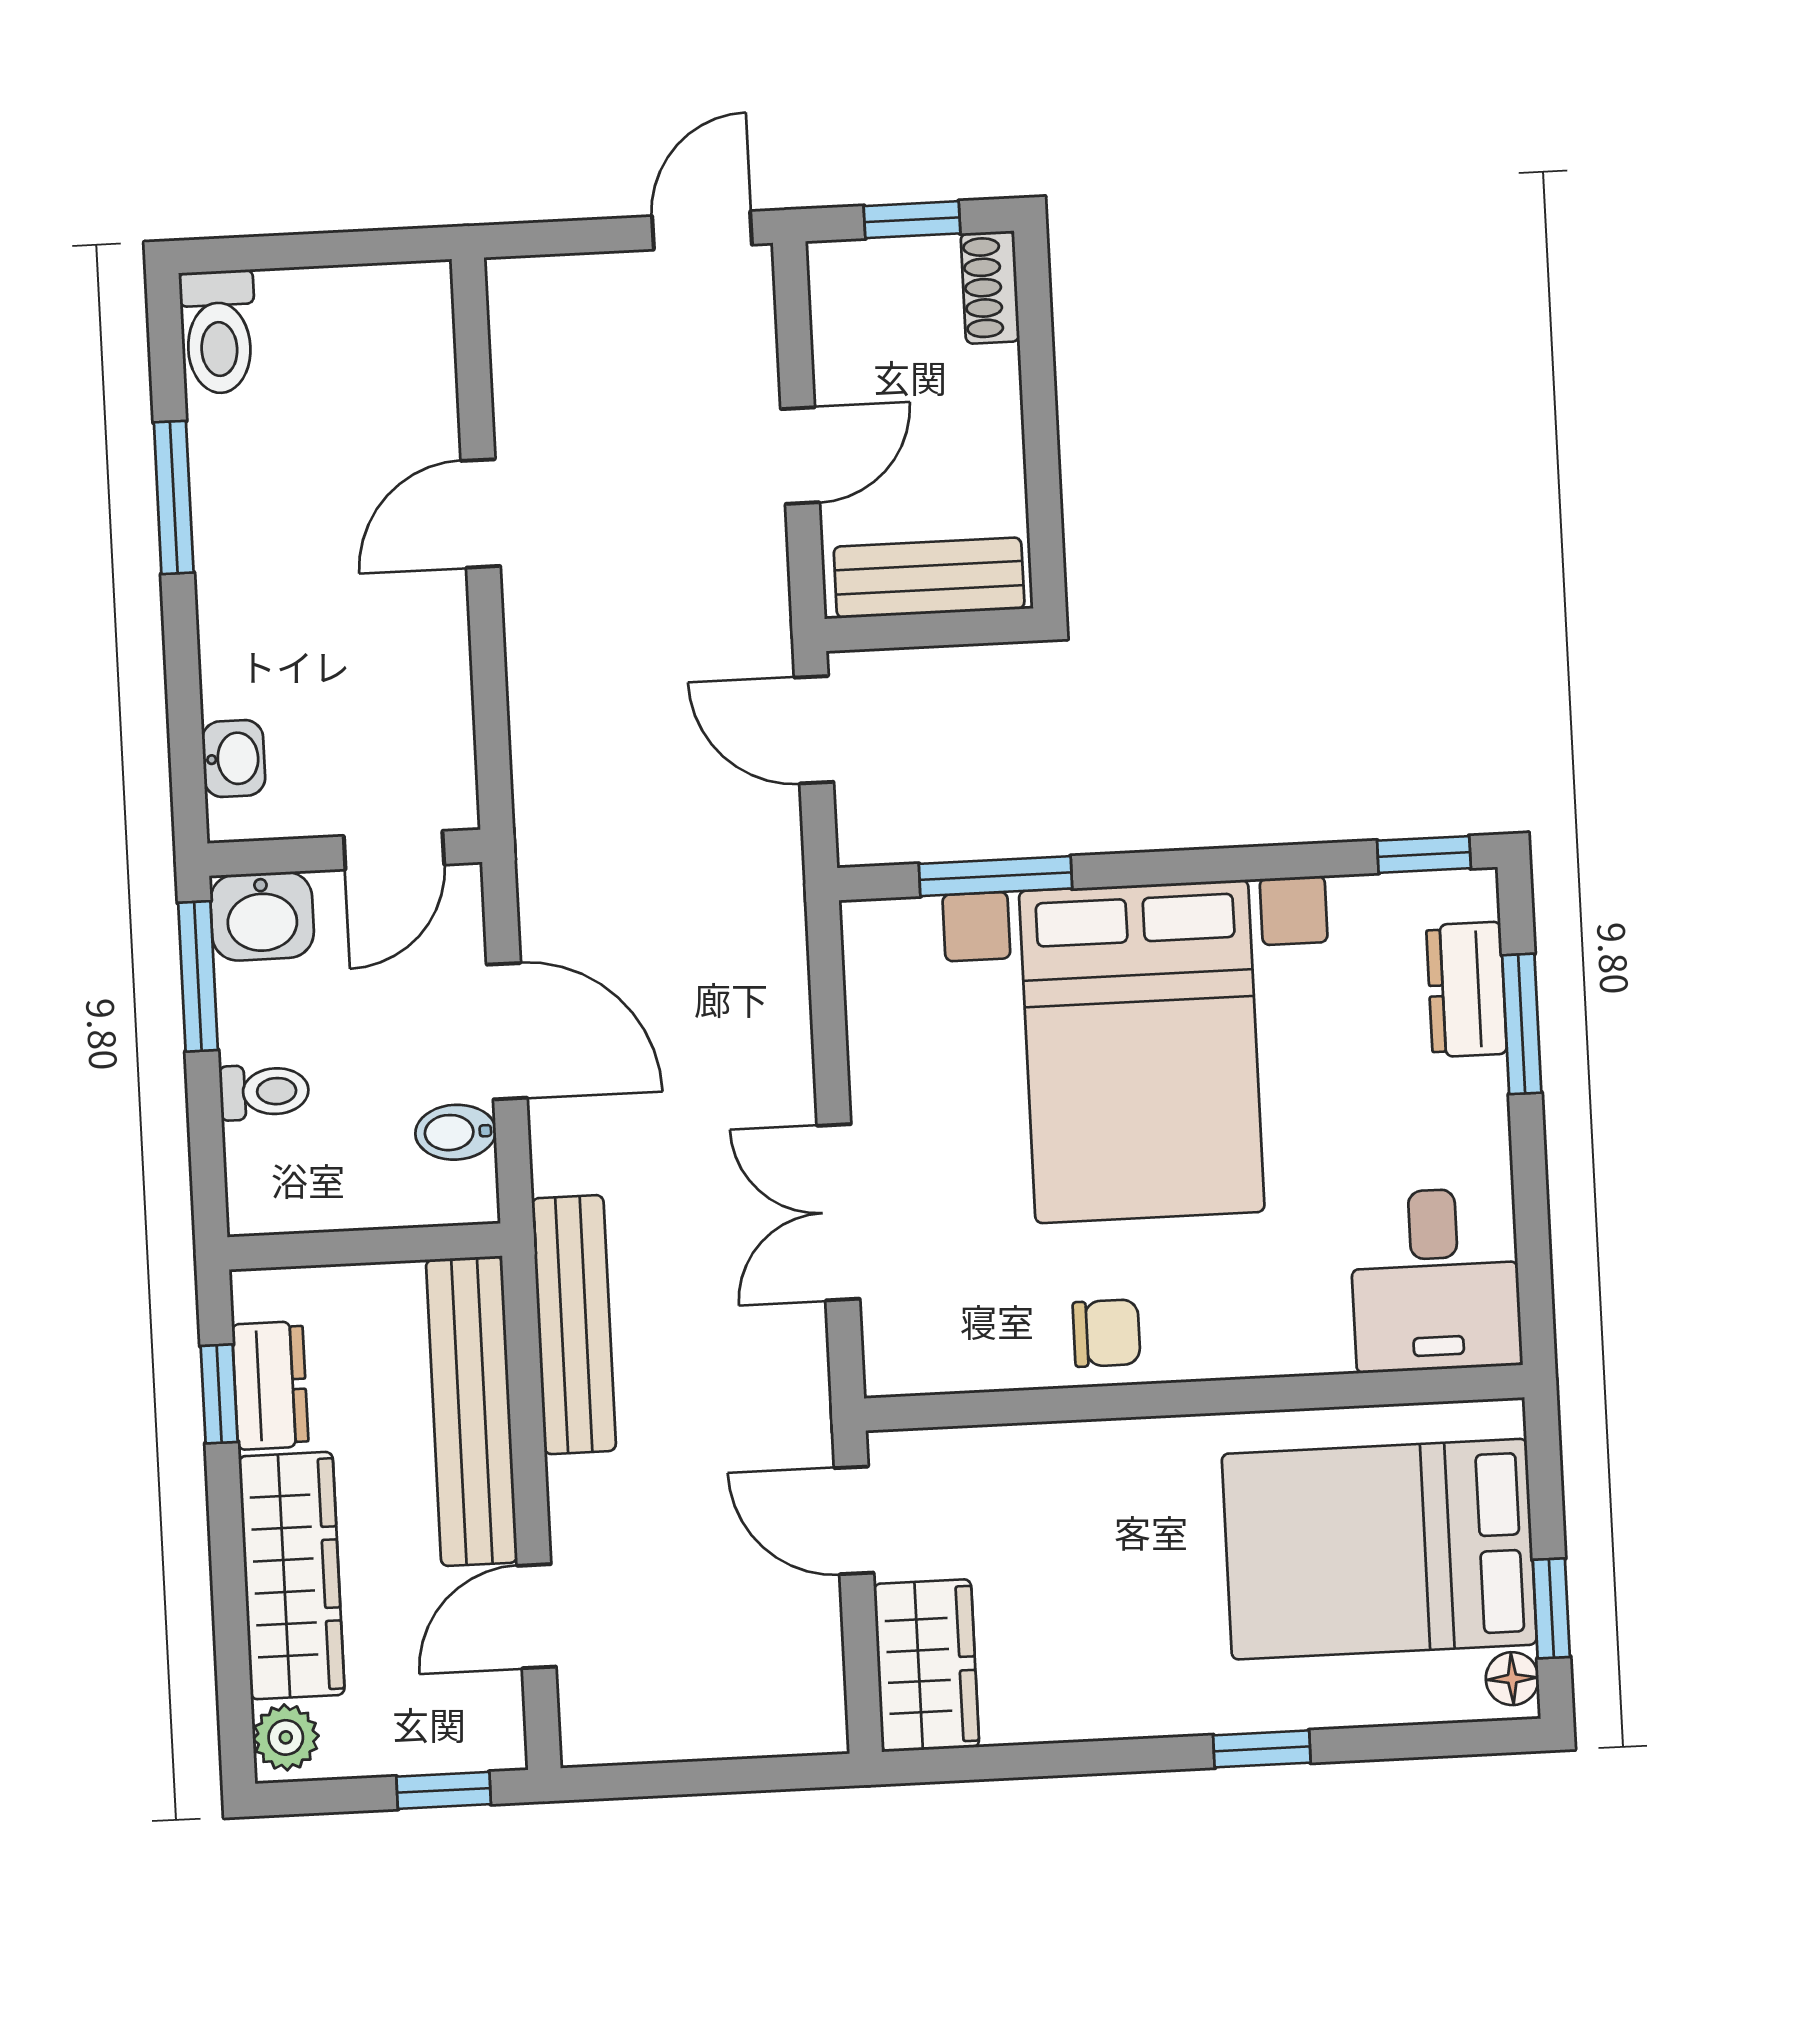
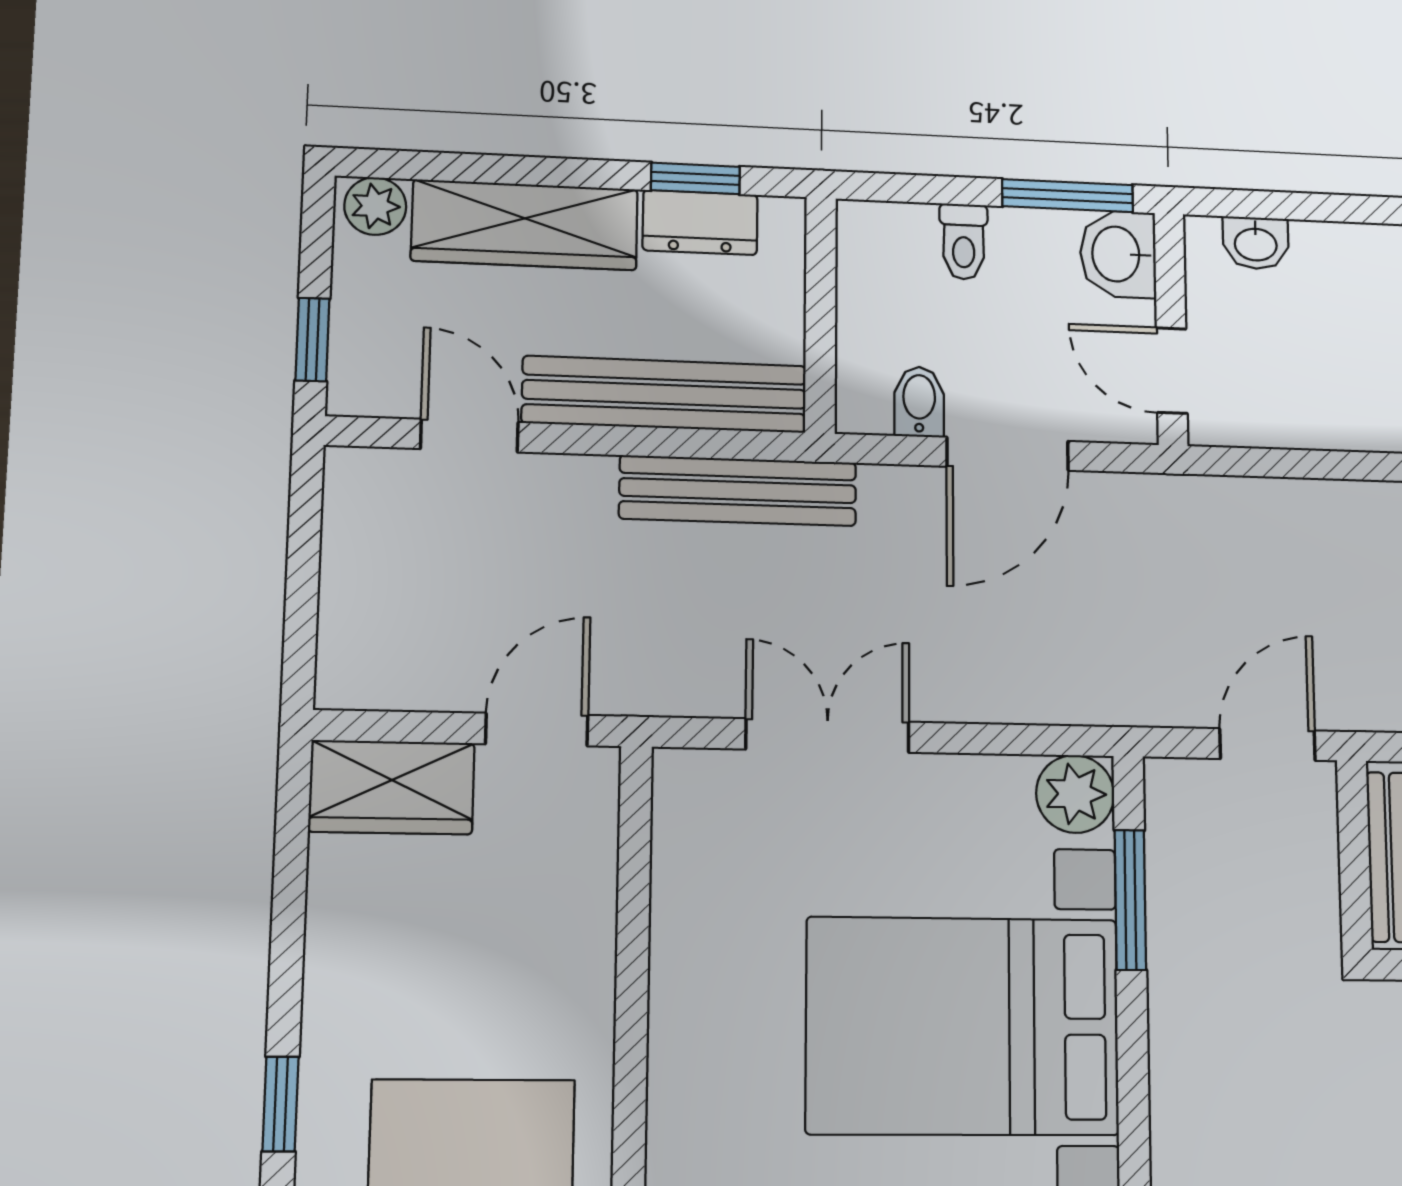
plant: (884, 941) -> (1075, 794), added
chair: (1106, 1333) -> (699, 977), removed

